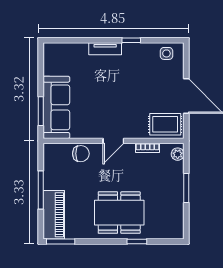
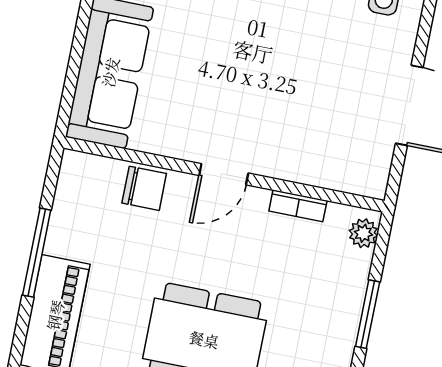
window: (41, 111) -> (72, 74), removed
rug: (165, 124) -> (349, 160), removed

